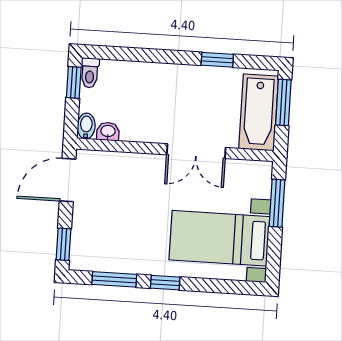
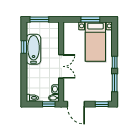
window: (74, 82) -> (49, 104), moved
bathtub: (259, 112) -> (34, 49), moved, turned -90
double door: (196, 151) -> (61, 66), moved
window: (277, 203) -> (90, 19), moved

